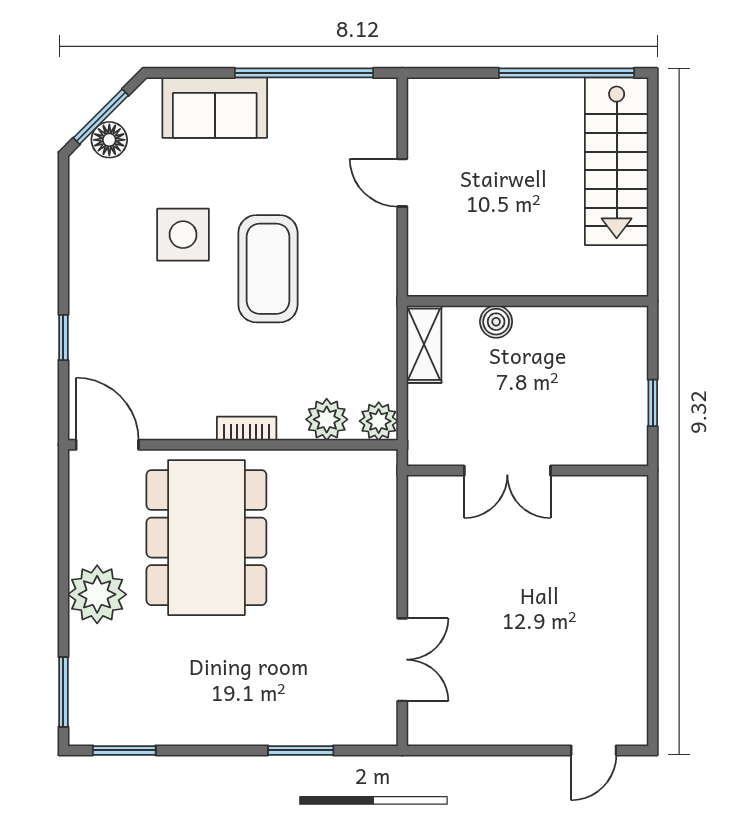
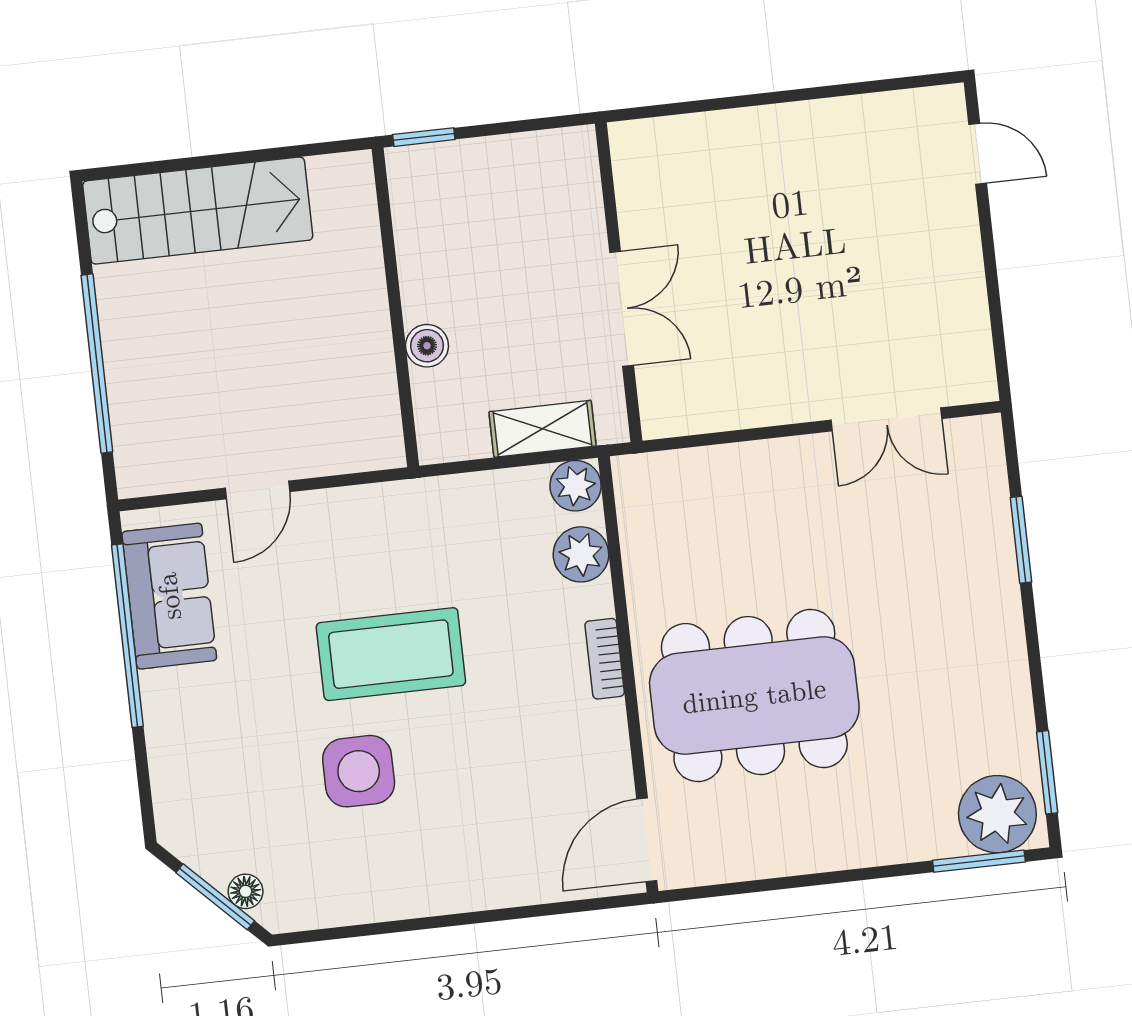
window: (566, 73) -> (97, 364), moved
sofa: (215, 108) -> (169, 596), moved
floor lamp: (109, 140) -> (246, 891), width x0.73, depth x0.73
window: (63, 337) -> (512, 914), removed
shelving: (424, 344) -> (543, 429), moved
window: (653, 403) -> (424, 137), moved
plant: (97, 594) -> (997, 814), moved
double door: (402, 660) -> (886, 419), swing flipped

